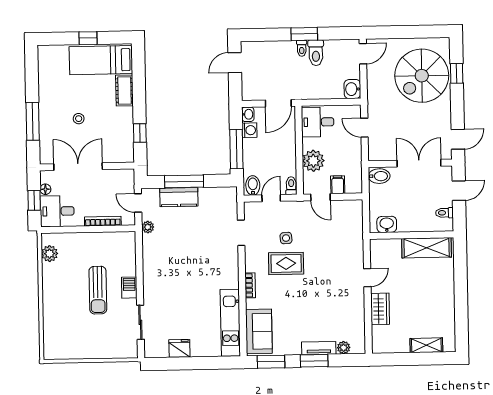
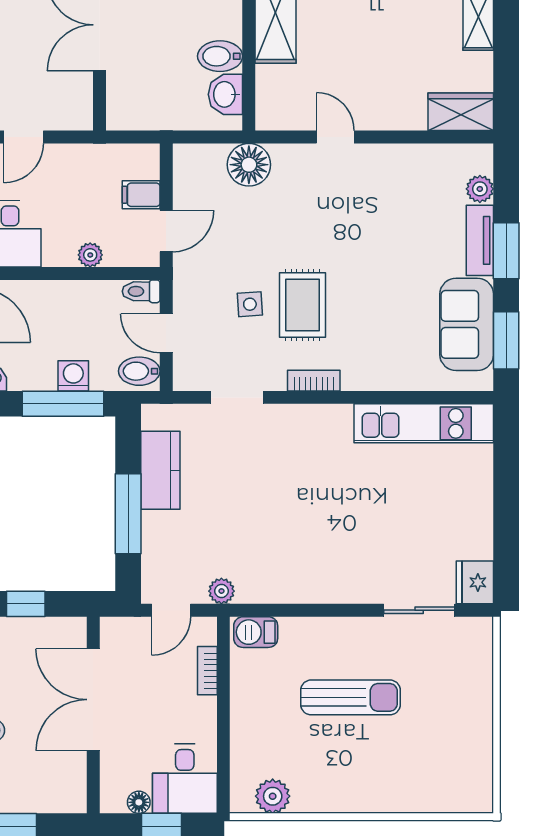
washing machine: (249, 130) -> (73, 376), moved
plant: (313, 161) -> (90, 255), width x0.53, depth x0.53
double door: (78, 167) -> (93, 700), moved
bidet: (379, 176) -> (220, 56), moved, turned -90
kitchen counter: (179, 197) -> (160, 470), moved
bookcase: (103, 221) -> (207, 671), width x0.64
floor lamp: (353, 236) -> (249, 165), added
bookcase: (250, 285) -> (314, 381), moved
barbecue: (129, 288) -> (256, 632), moved
wardrobe: (380, 309) -> (461, 112), moved
sofa: (259, 331) -> (467, 324), moved, turned -90
fridge: (179, 348) -> (475, 582), moved

